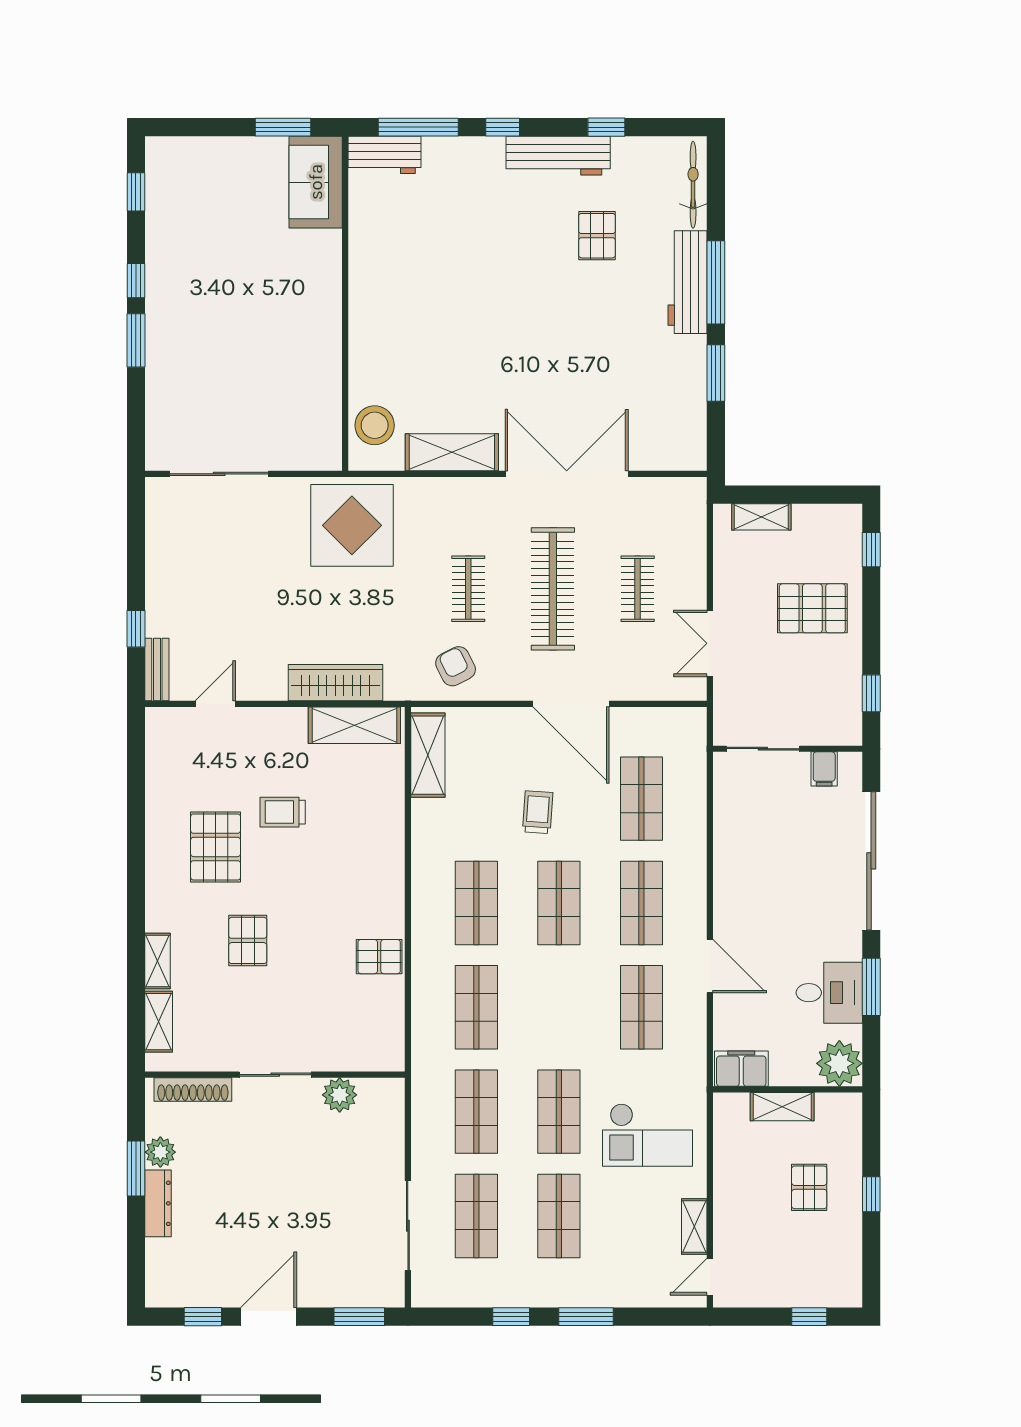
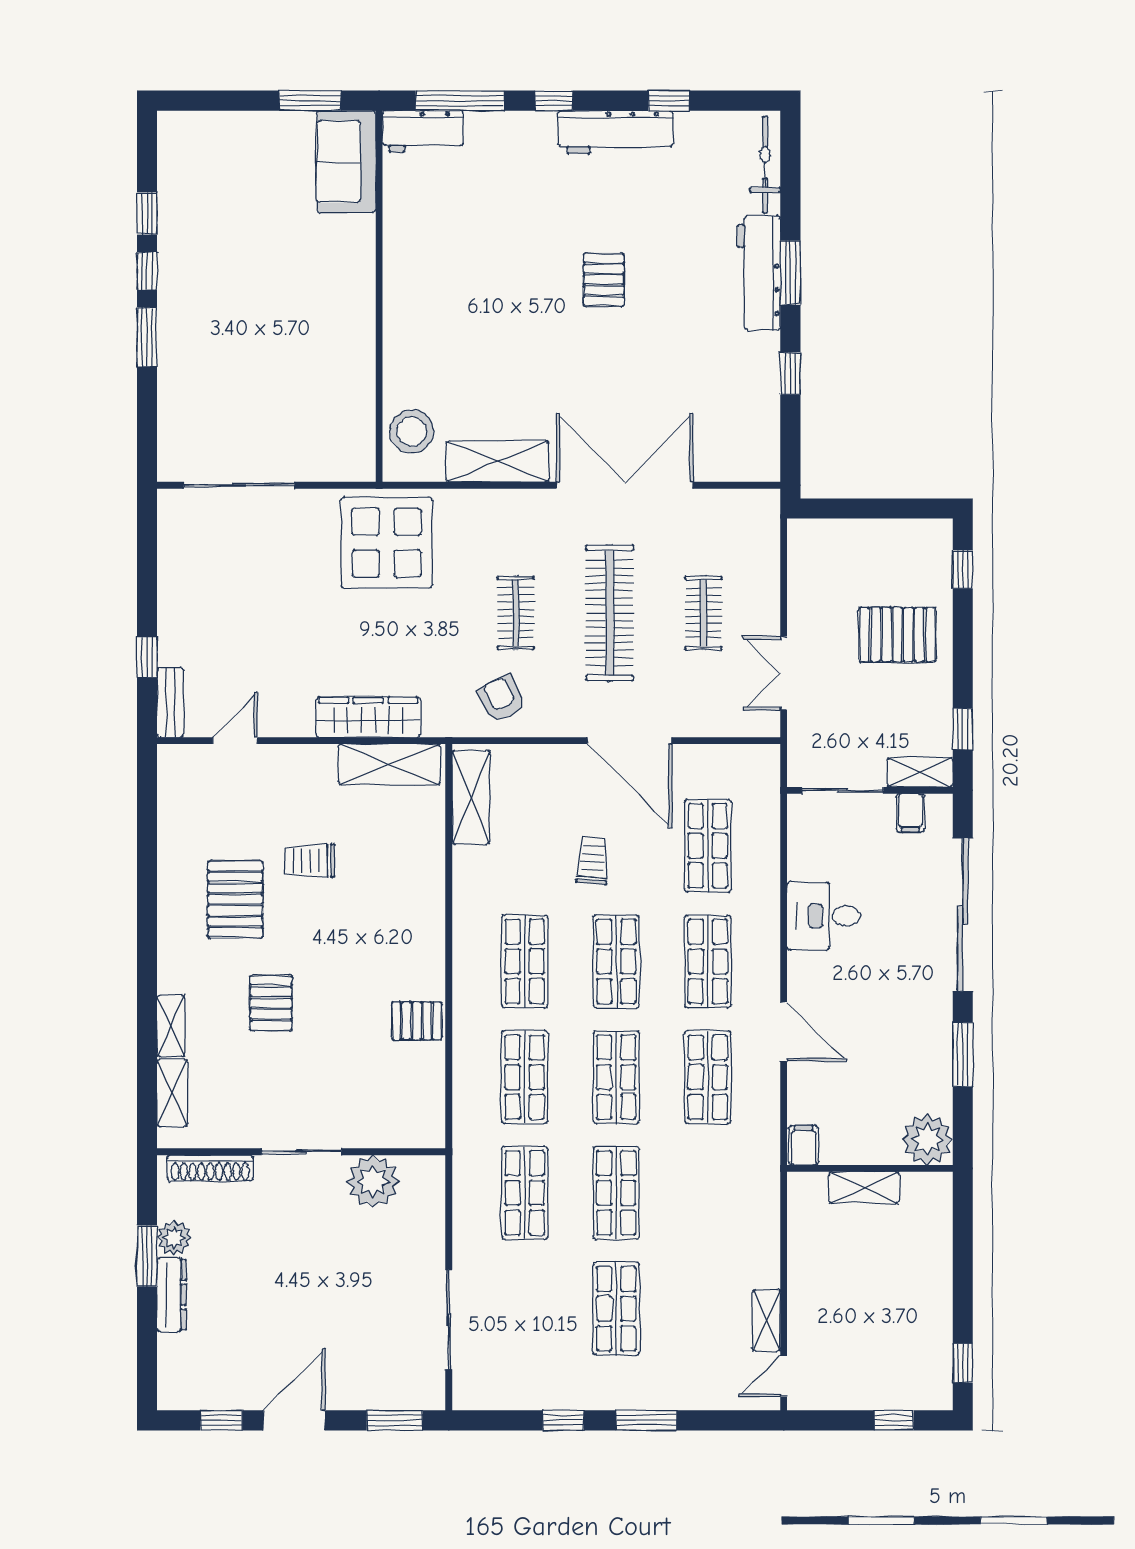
window: (136, 192) -> (147, 213), moved
pallet: (597, 236) -> (604, 280), moved
window: (716, 282) -> (790, 273), width x0.69
window: (716, 373) -> (790, 373), width x0.67
shelving: (761, 517) -> (920, 772), moved
desk: (829, 993) -> (824, 916), moved, turned 180
filing cabinet: (741, 1069) -> (804, 1145), width x0.50
plant: (340, 1095) -> (373, 1181), width x1.36, depth x1.36
checkout: (647, 1135) -> (714, 1219), removed
pallet: (809, 1187) -> (894, 1277), removed
window: (871, 1194) -> (963, 1363), moved
shop shelf: (476, 1216) -> (616, 1077), moved

